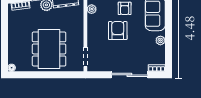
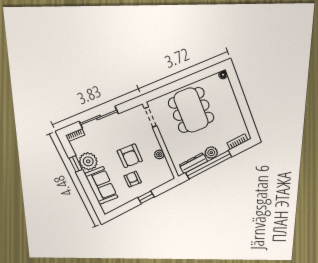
plant: (92, 9) -> (159, 154), moved
plant: (160, 40) -> (88, 161), width x1.88, depth x1.88
window: (169, 43) -> (76, 164), added

